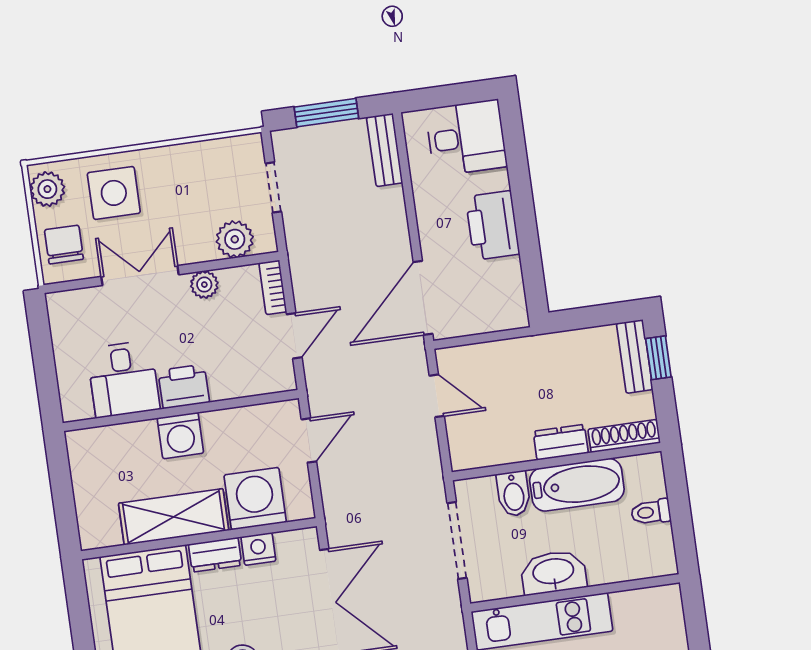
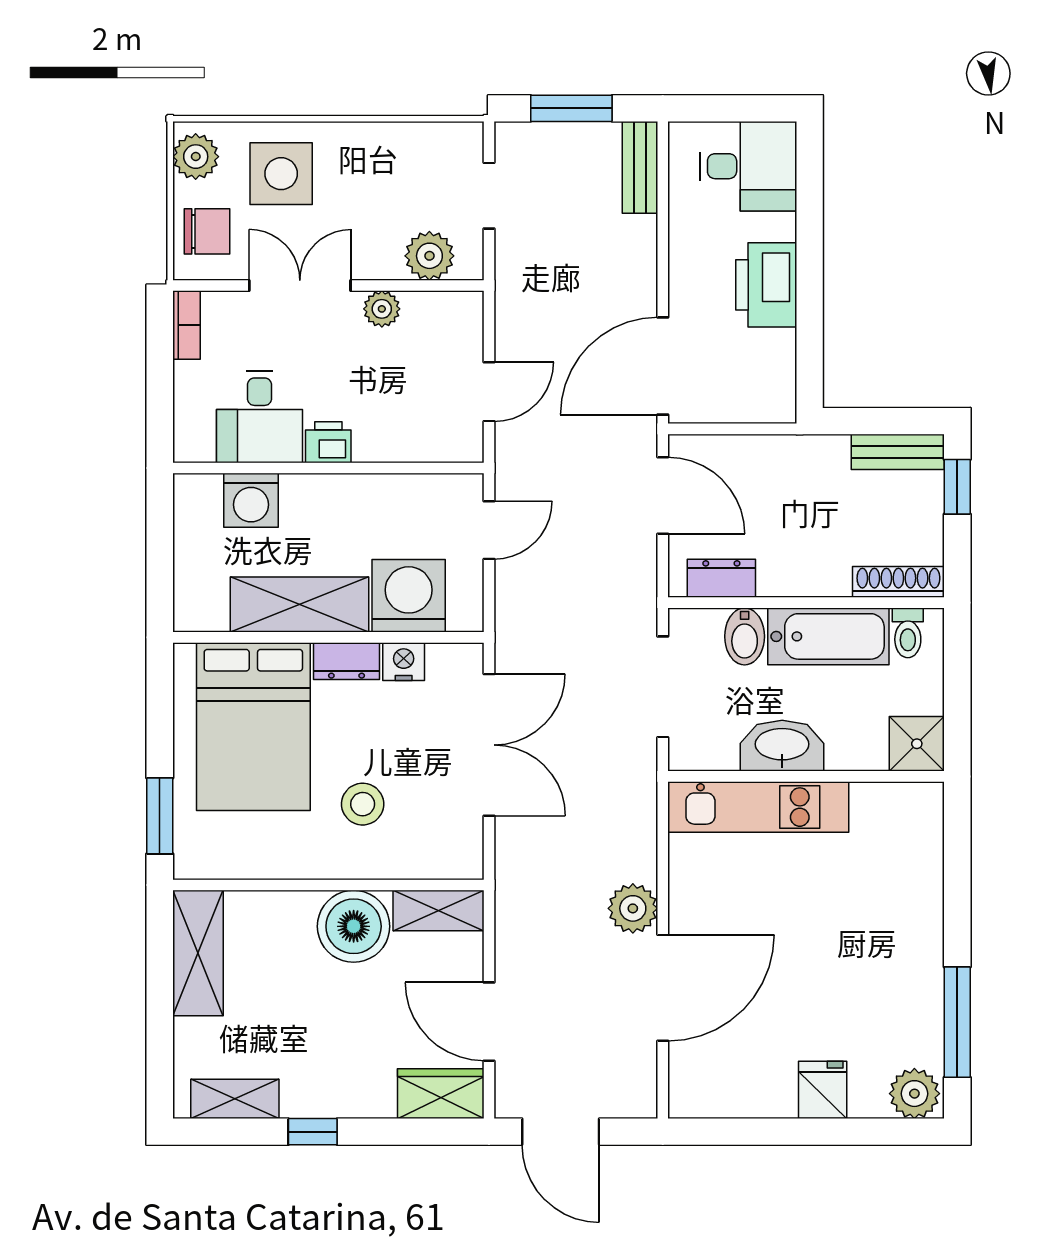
chair: (64, 245) -> (207, 231), turned 90
bookcase: (273, 287) -> (187, 325), moved, turned 180
bench: (635, 356) -> (898, 452), moved, turned 90
printer: (184, 386) -> (328, 442), width x0.73, depth x0.81
door: (437, 396) -> (663, 496), width x1.38
washing machine: (180, 436) -> (251, 500), moved
dresser: (561, 442) -> (721, 578), moved
toilet: (651, 512) -> (908, 633), moved, turned -90
shower: (655, 557) -> (917, 744), added

